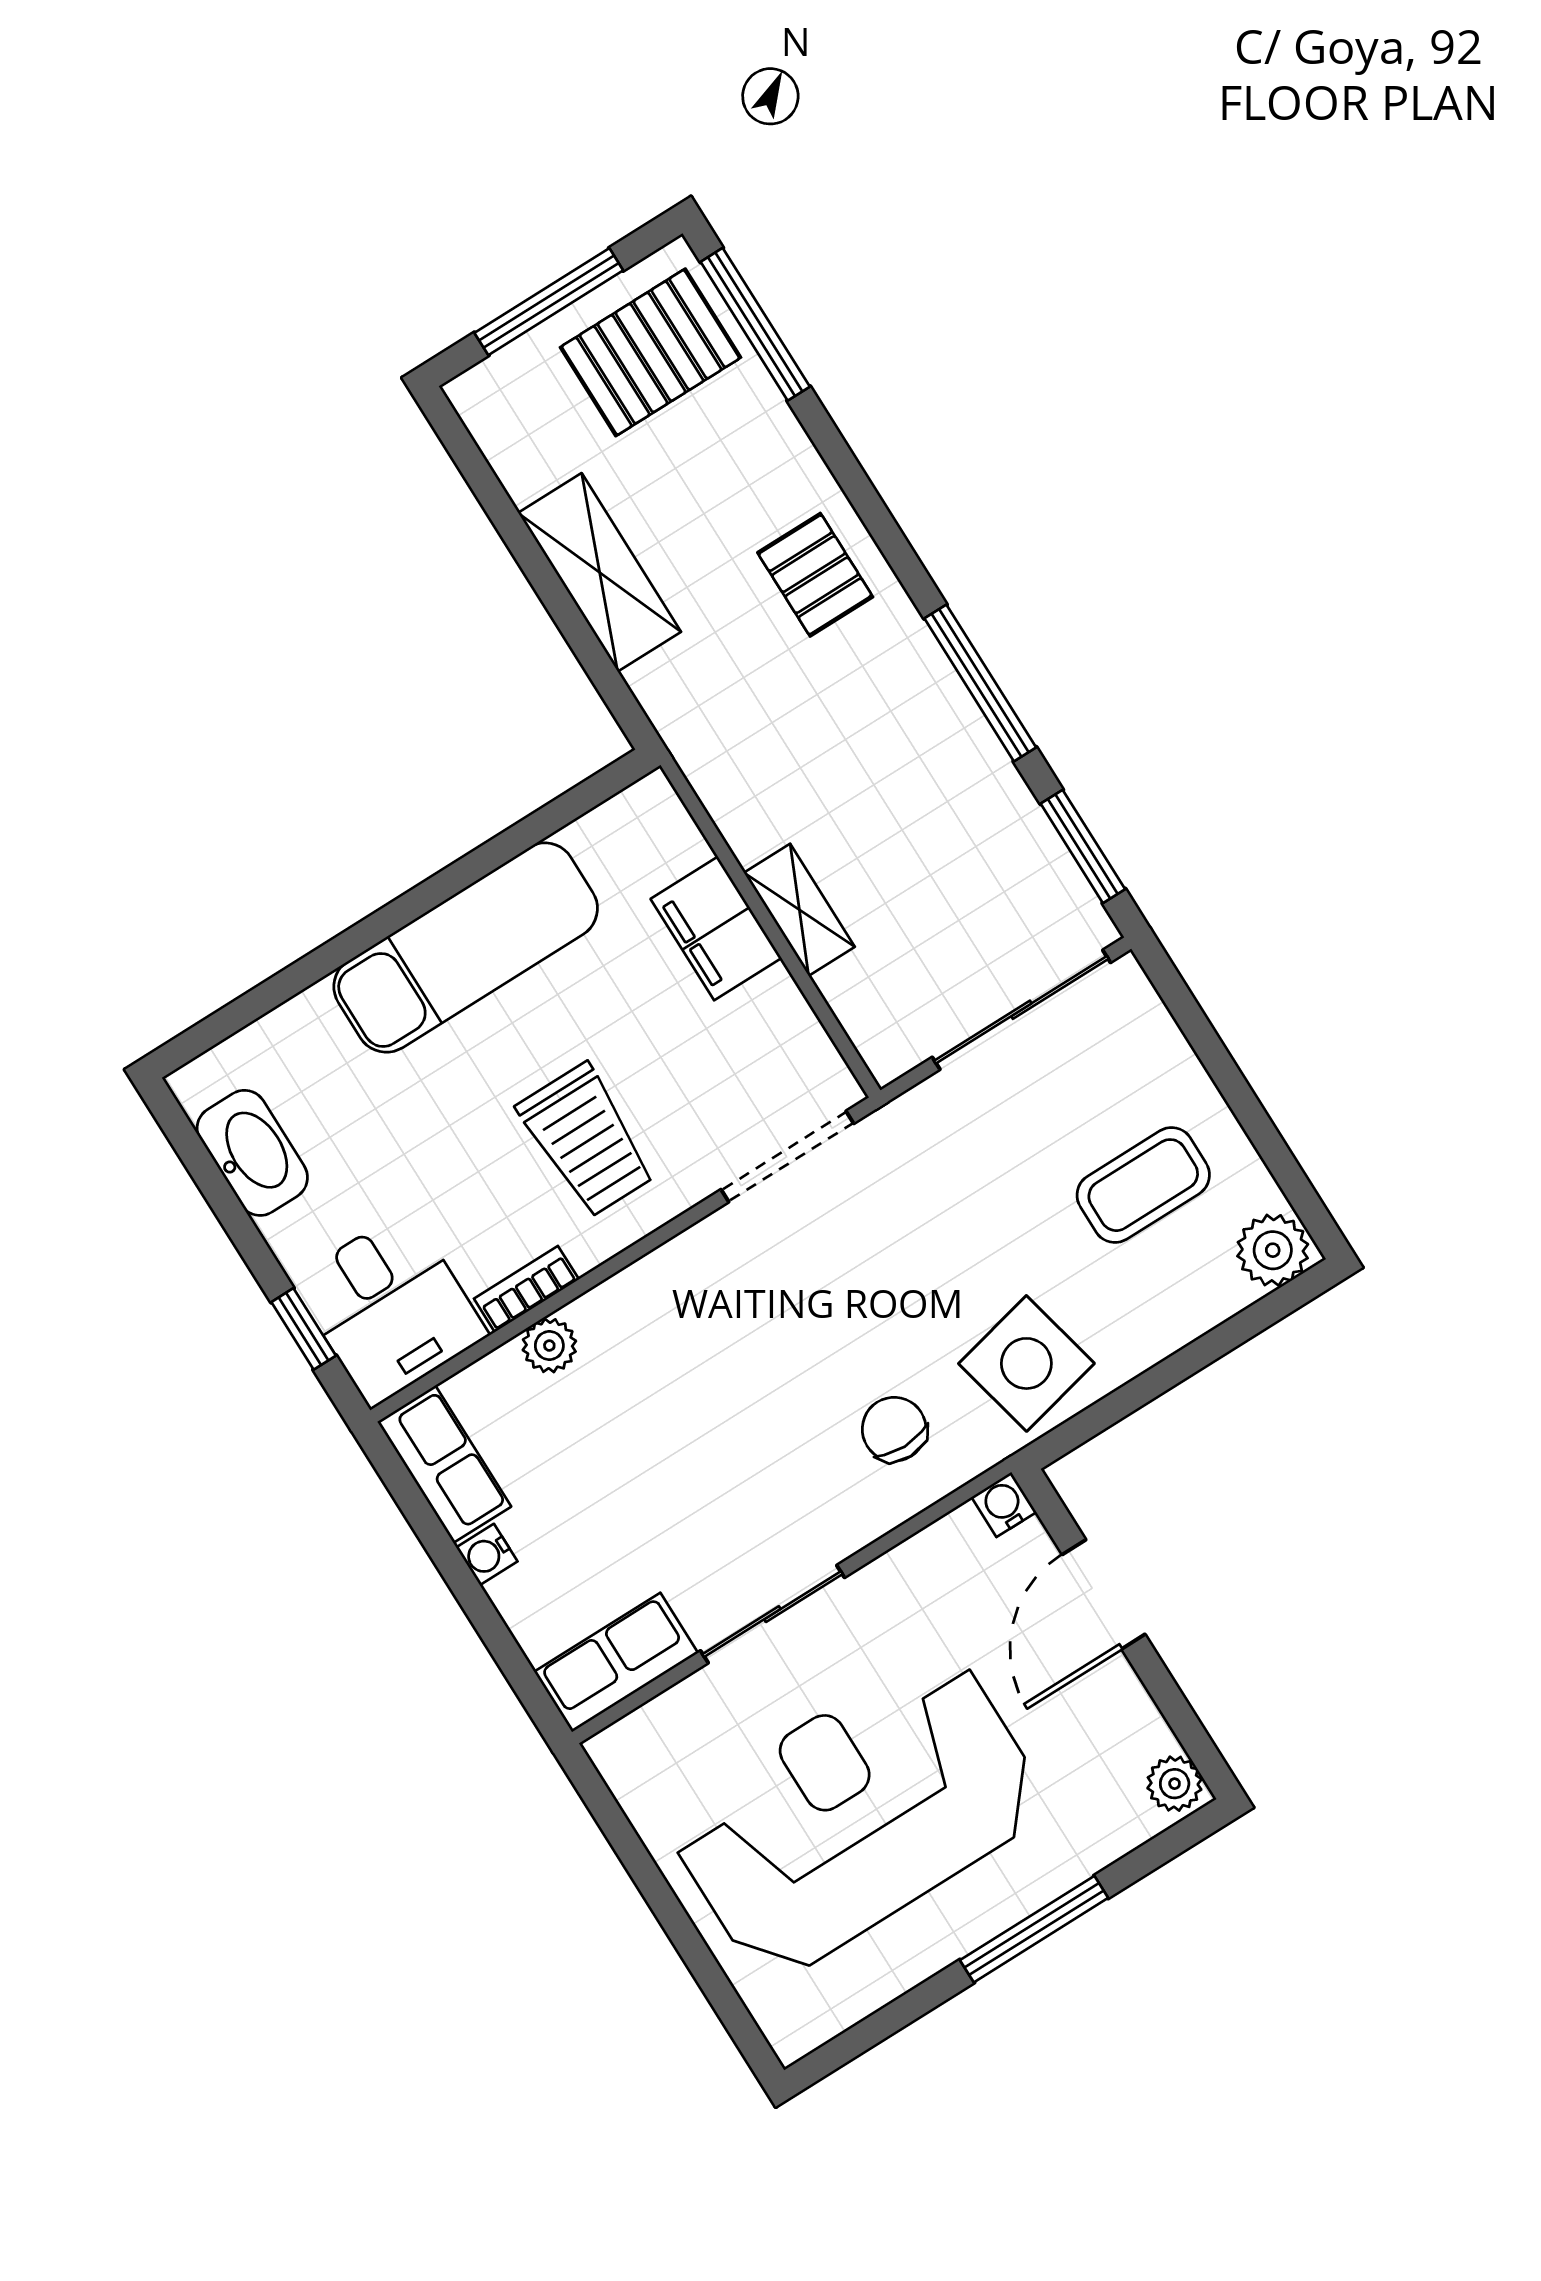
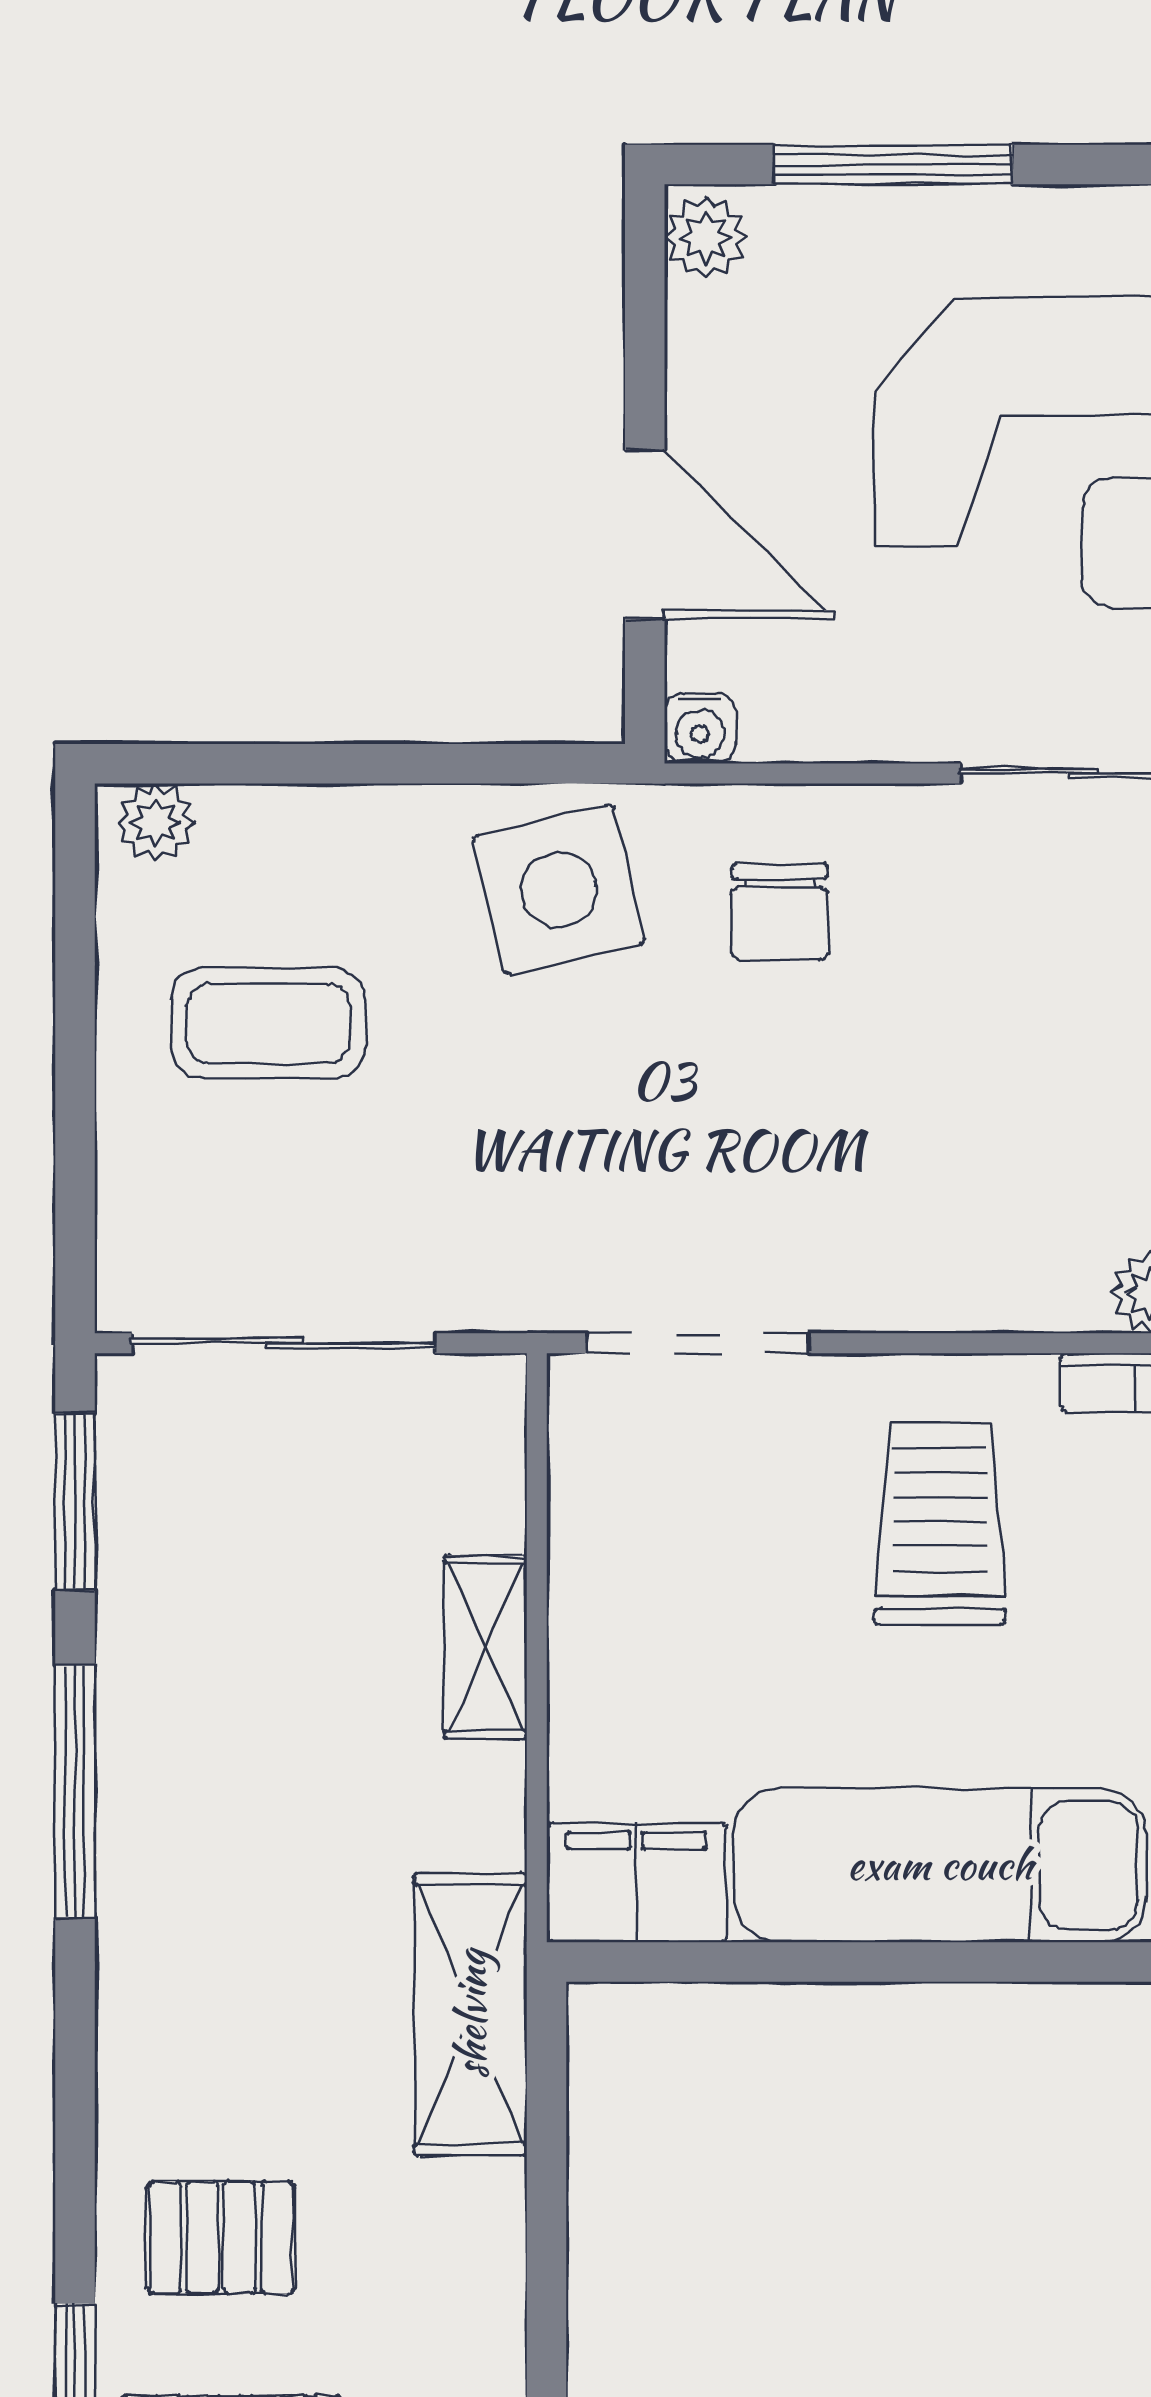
shelving: (600, 572) -> (471, 2014), moved
pallet: (815, 575) -> (221, 2237), moved, turned 90
filing cabinet: (716, 928) -> (636, 1882), moved, turned -90
plant: (1273, 1250) -> (156, 822), width x0.73, depth x0.73
door: (1104, 1594) -> (645, 534), hinge flipped
window: (1034, 1929) -> (893, 165), moved

